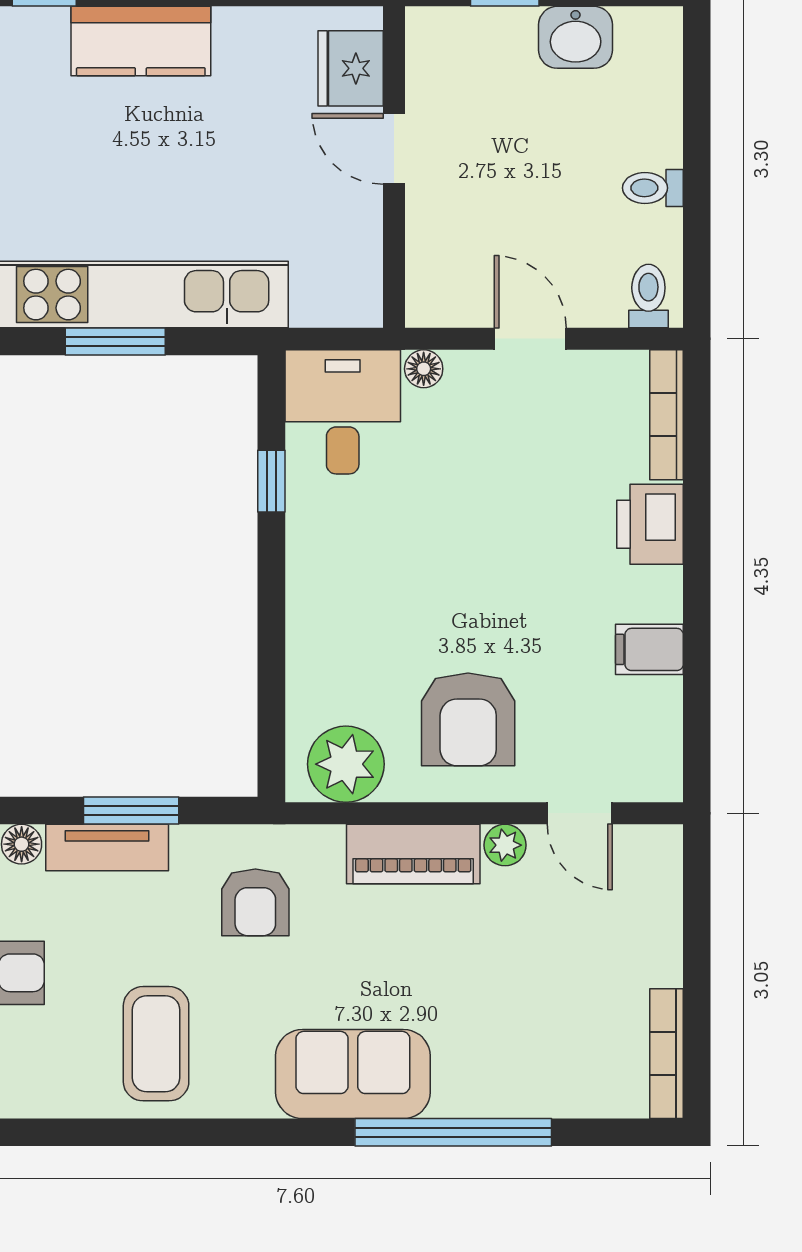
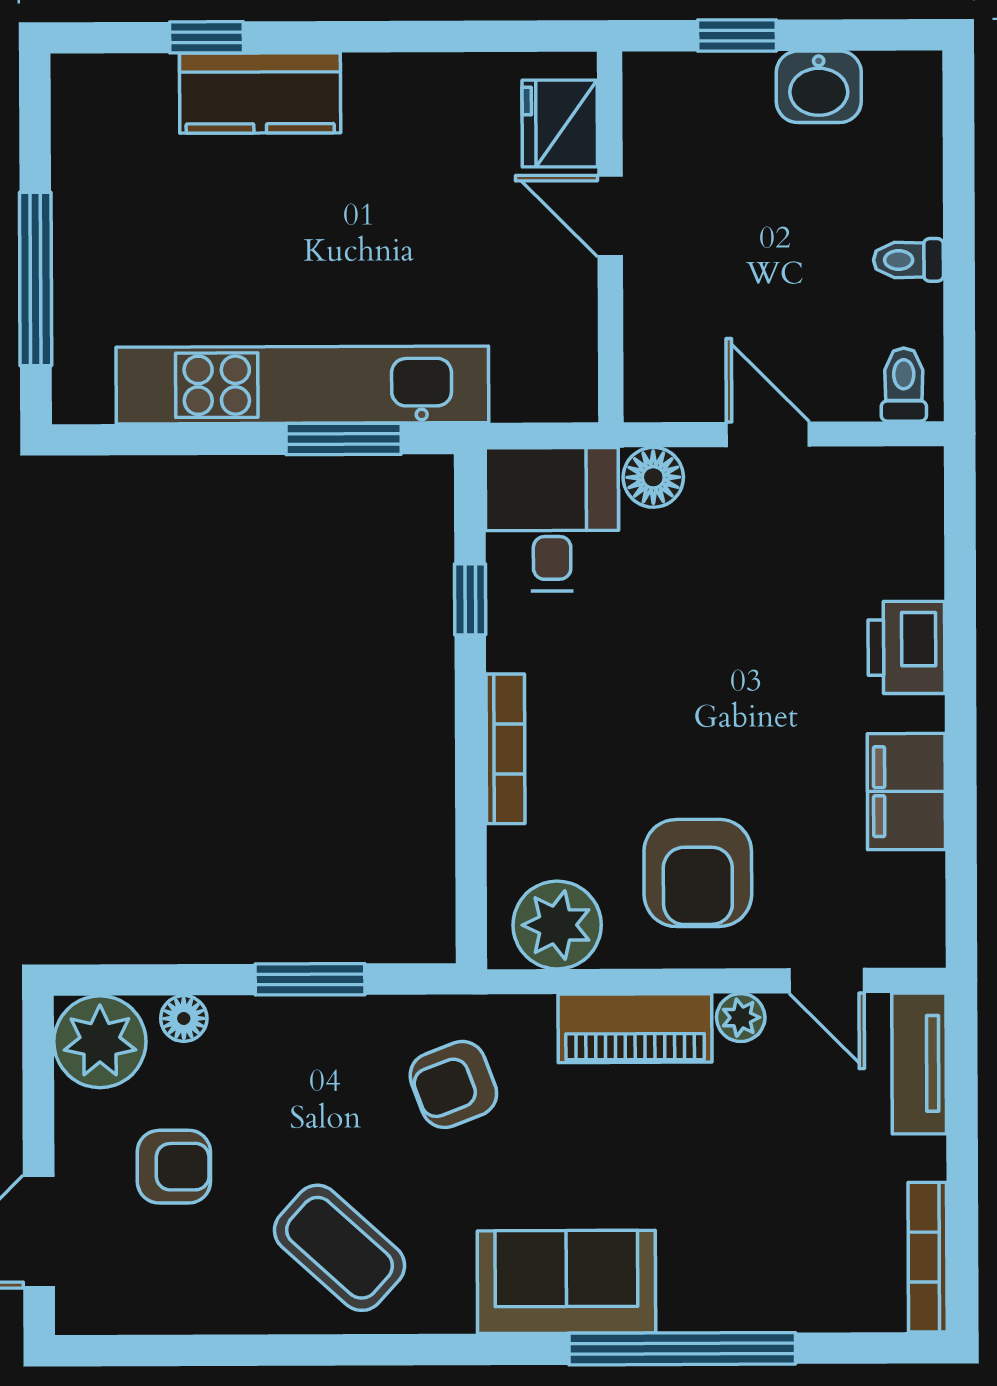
kitchen counter: (141, 41) -> (260, 93), moved
window: (115, 342) -> (344, 439), moved
floor lamp: (424, 369) -> (653, 477), width x1.37, depth x1.37
bookcase: (666, 415) -> (506, 749), moved, turned 180
filing cabinet: (649, 649) -> (906, 792), width x2.00
tv unit: (107, 848) -> (919, 1063), moved, turned 90
armchair: (255, 902) -> (453, 1084), turned 69
coffee table: (156, 1044) -> (340, 1248), turned -48

